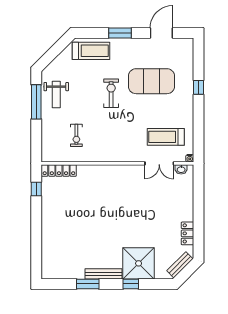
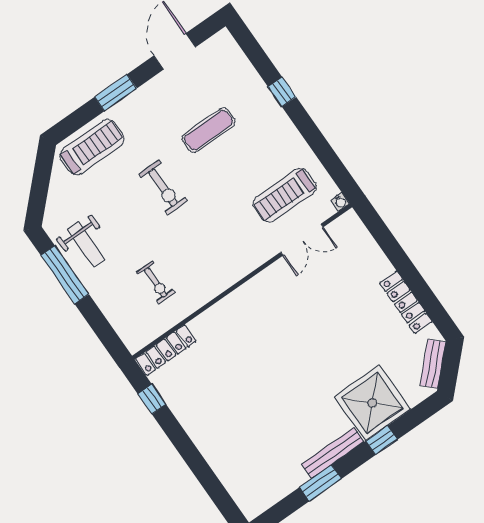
exercise mat: (151, 81) -> (209, 130), width x0.50, depth x0.69
exercise bike: (111, 93) -> (163, 188), turned 180
washbasin: (181, 169) -> (339, 226), removed
locker: (188, 233) -> (406, 302), width x1.53

